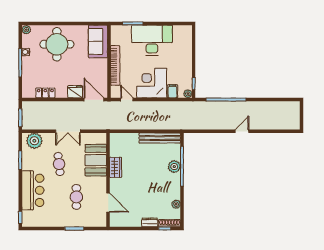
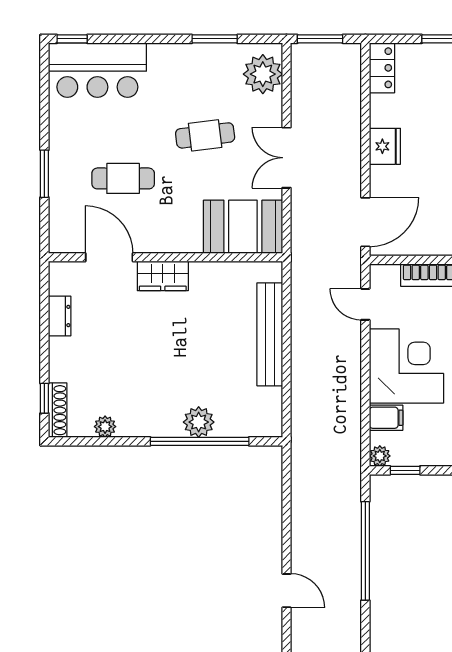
fridge: (75, 92) -> (385, 146), moved
locker: (45, 93) -> (382, 68), moved
door: (127, 100) -> (365, 304), swing flipped
bench: (160, 138) -> (270, 334), moved
booth: (96, 160) -> (243, 227), moved
wardrobe: (116, 167) -> (163, 276), moved
bar counter: (33, 190) -> (97, 70), moved
door: (108, 203) -> (109, 257), swing flipped
dresser: (150, 222) -> (60, 316), moved

